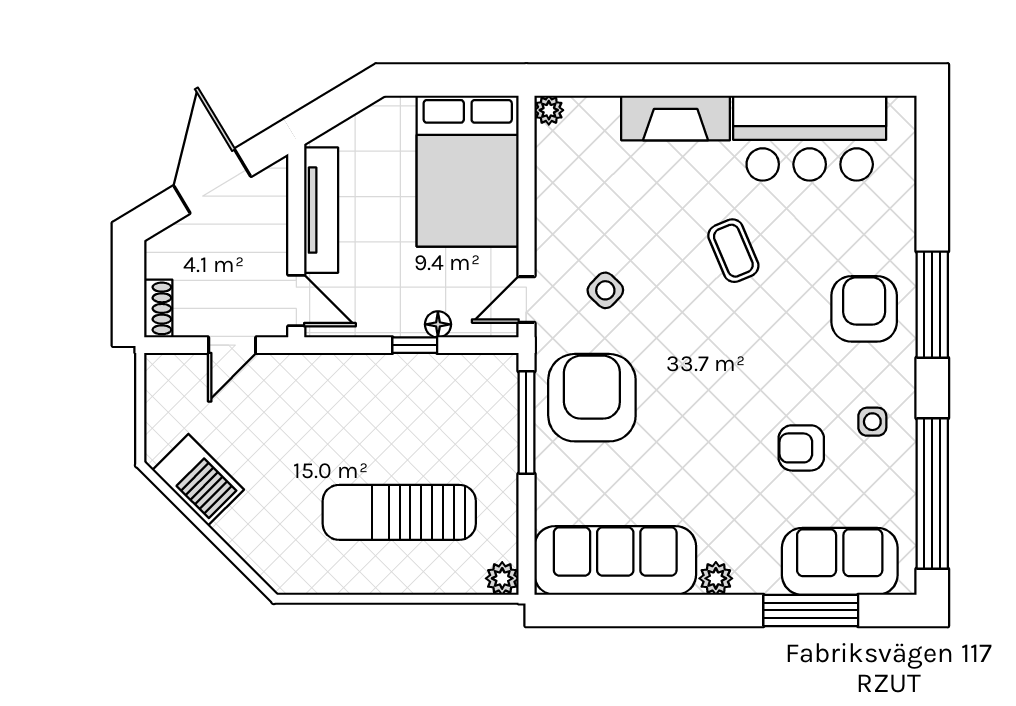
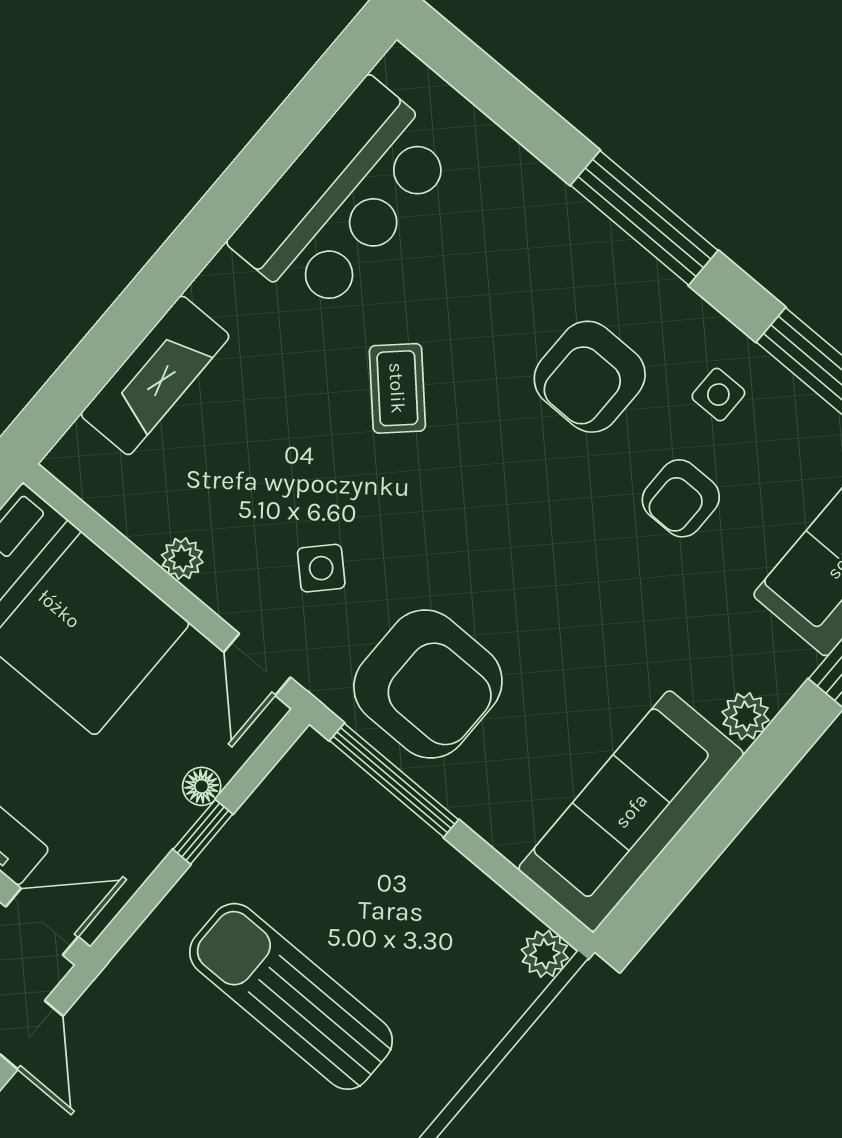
plant: (549, 110) -> (182, 559), moved
fireplace: (676, 118) -> (155, 375), moved
coffee table: (733, 251) -> (397, 388), turned 70
armchair: (864, 309) -> (590, 377), moved, turned -90
armchair: (592, 398) -> (428, 684), turned 180
sun lounger: (399, 512) -> (291, 996), moved, turned 90

